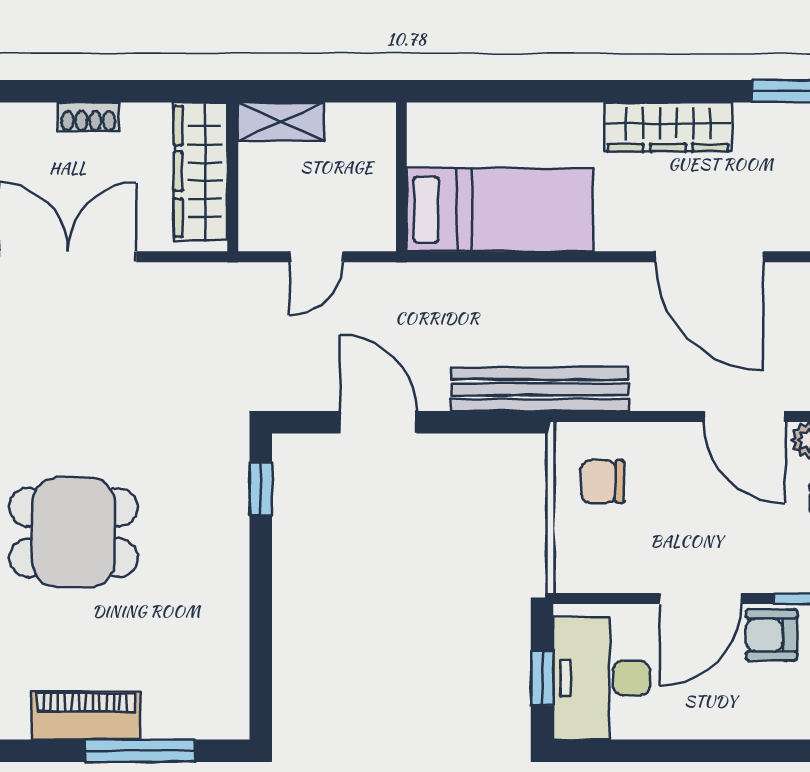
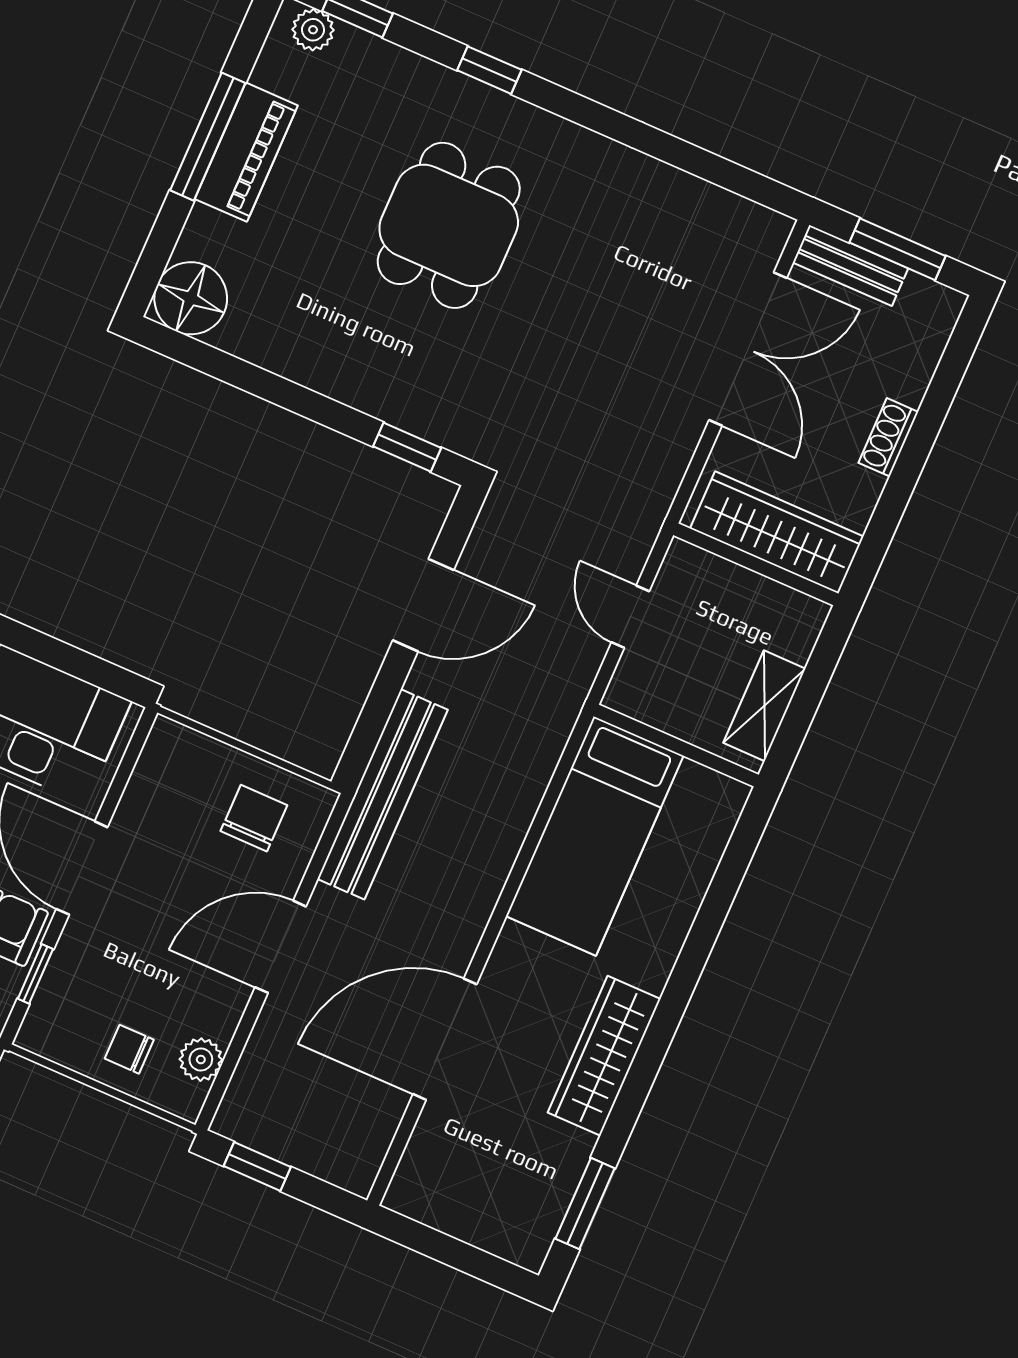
shelving: (281, 122) -> (764, 706), moved
door: (744, 417) -> (281, 947), moved
window: (542, 678) -> (71, 660), removed
floor lamp: (219, 709) -> (191, 298), added
window: (140, 751) -> (208, 137), moved

